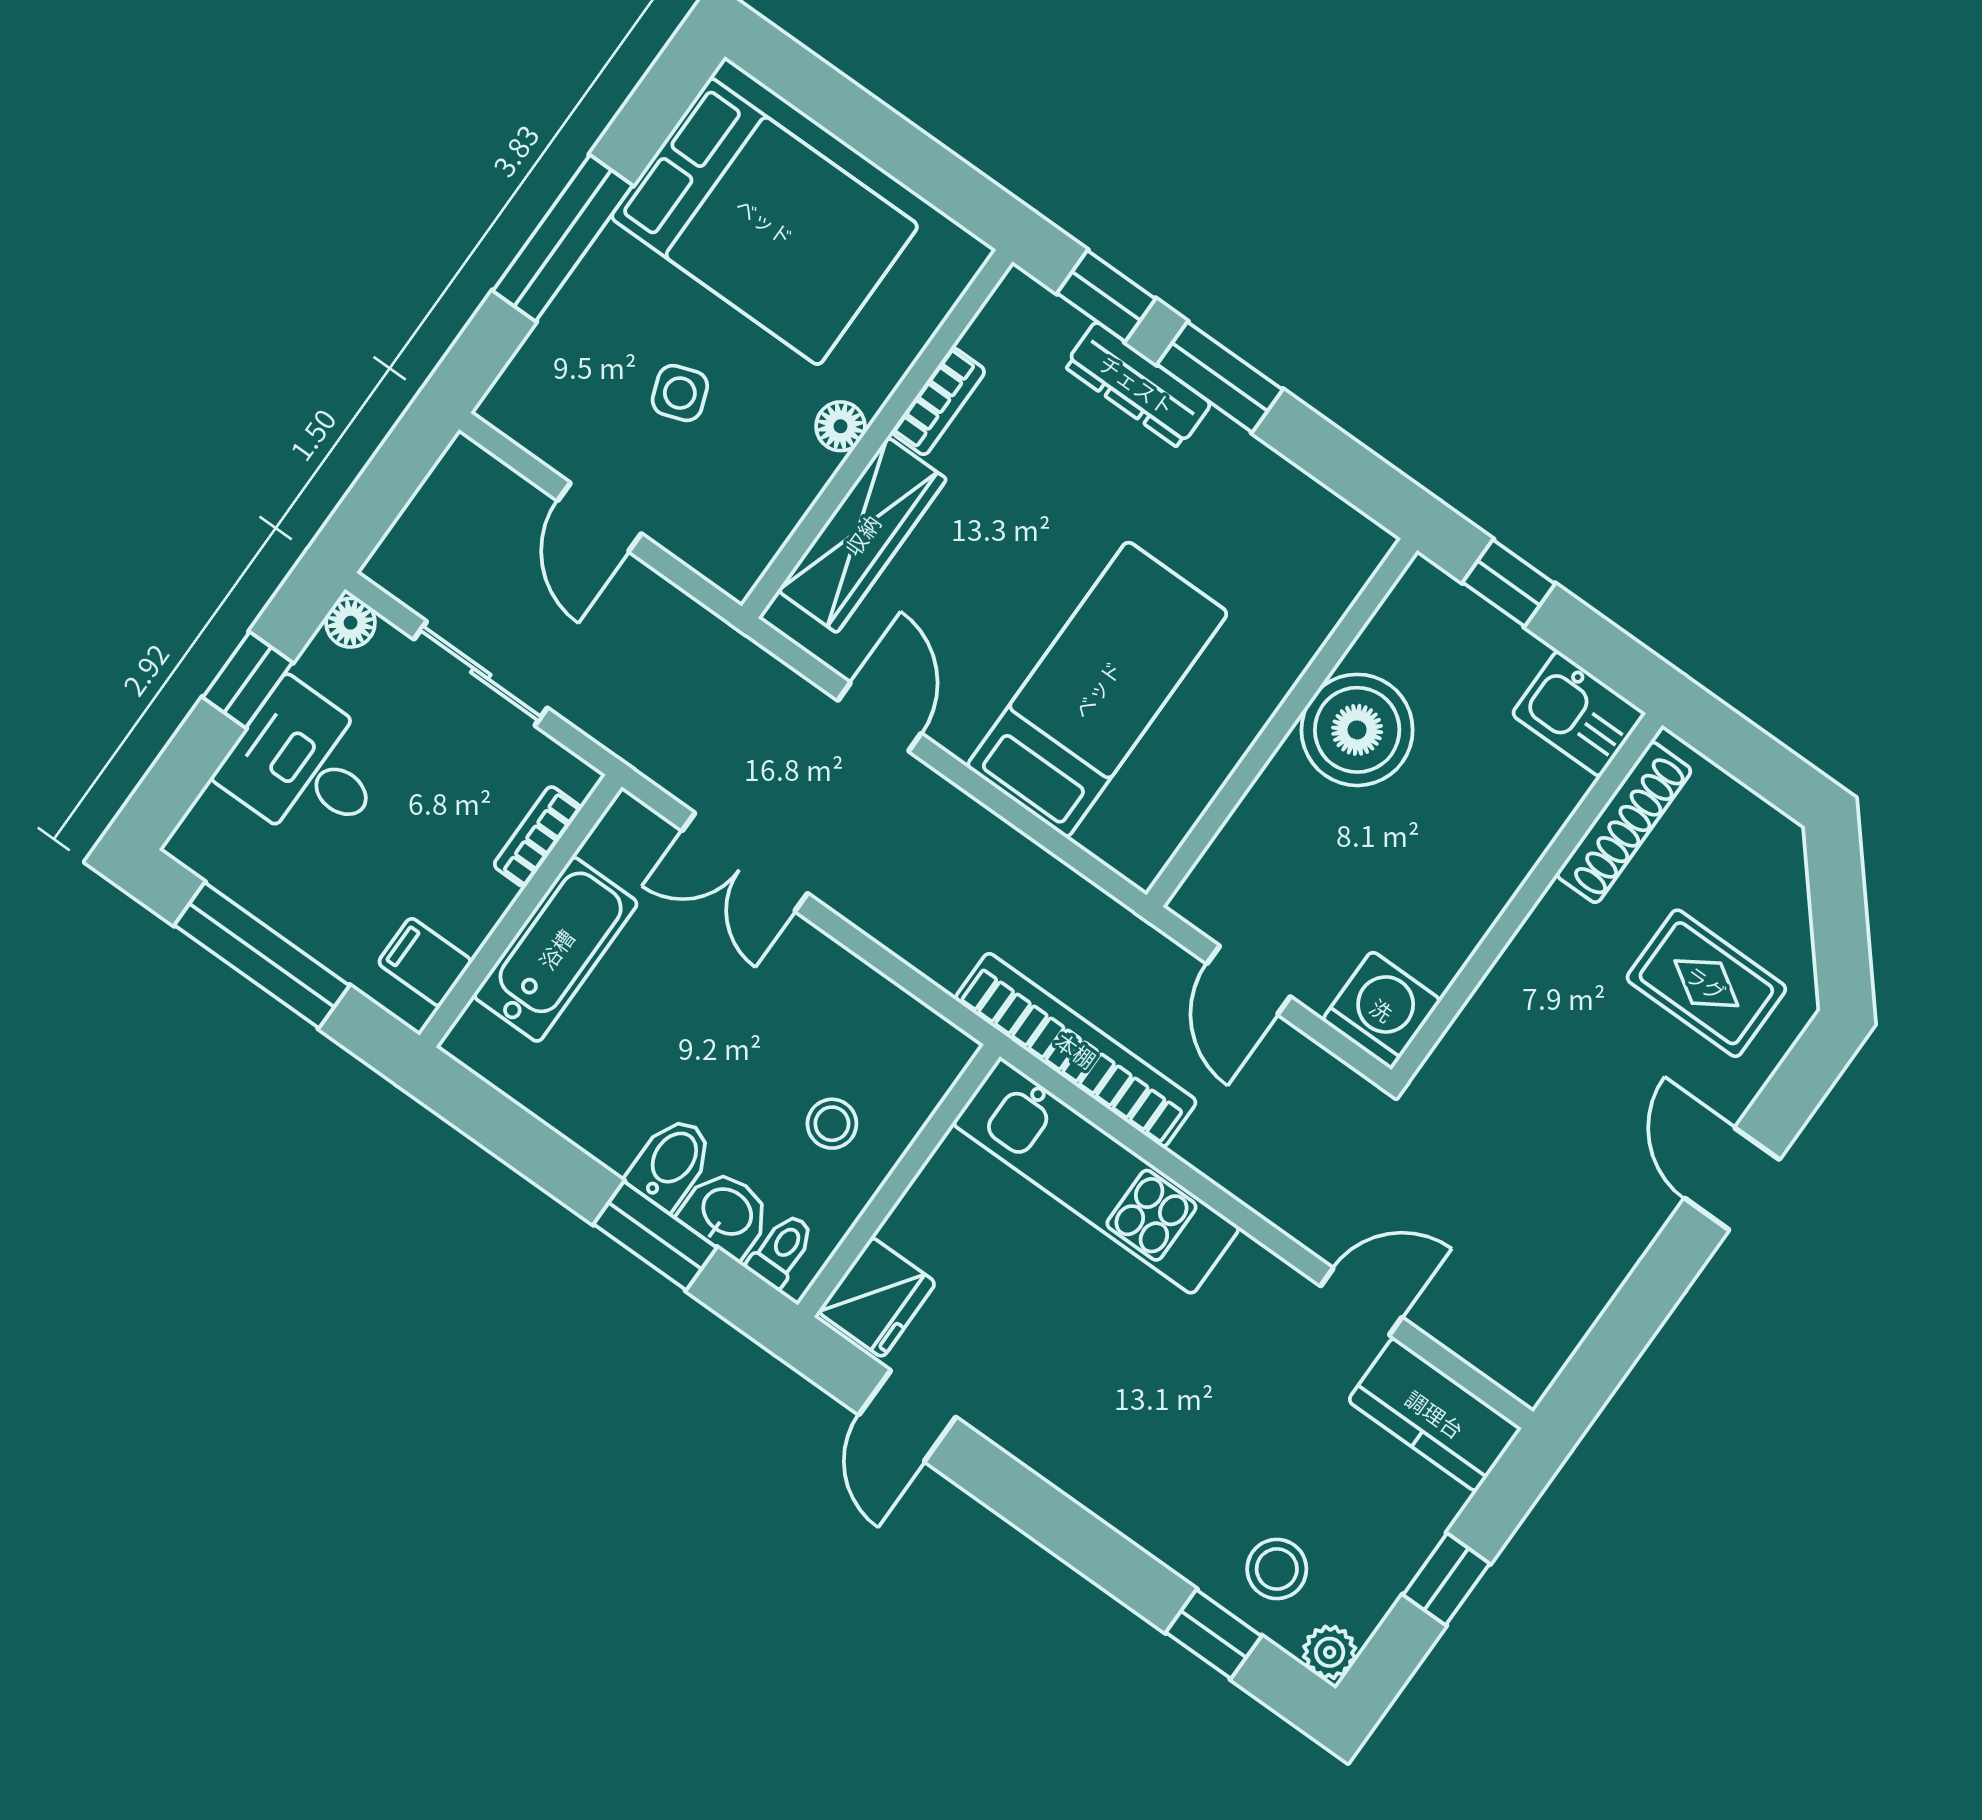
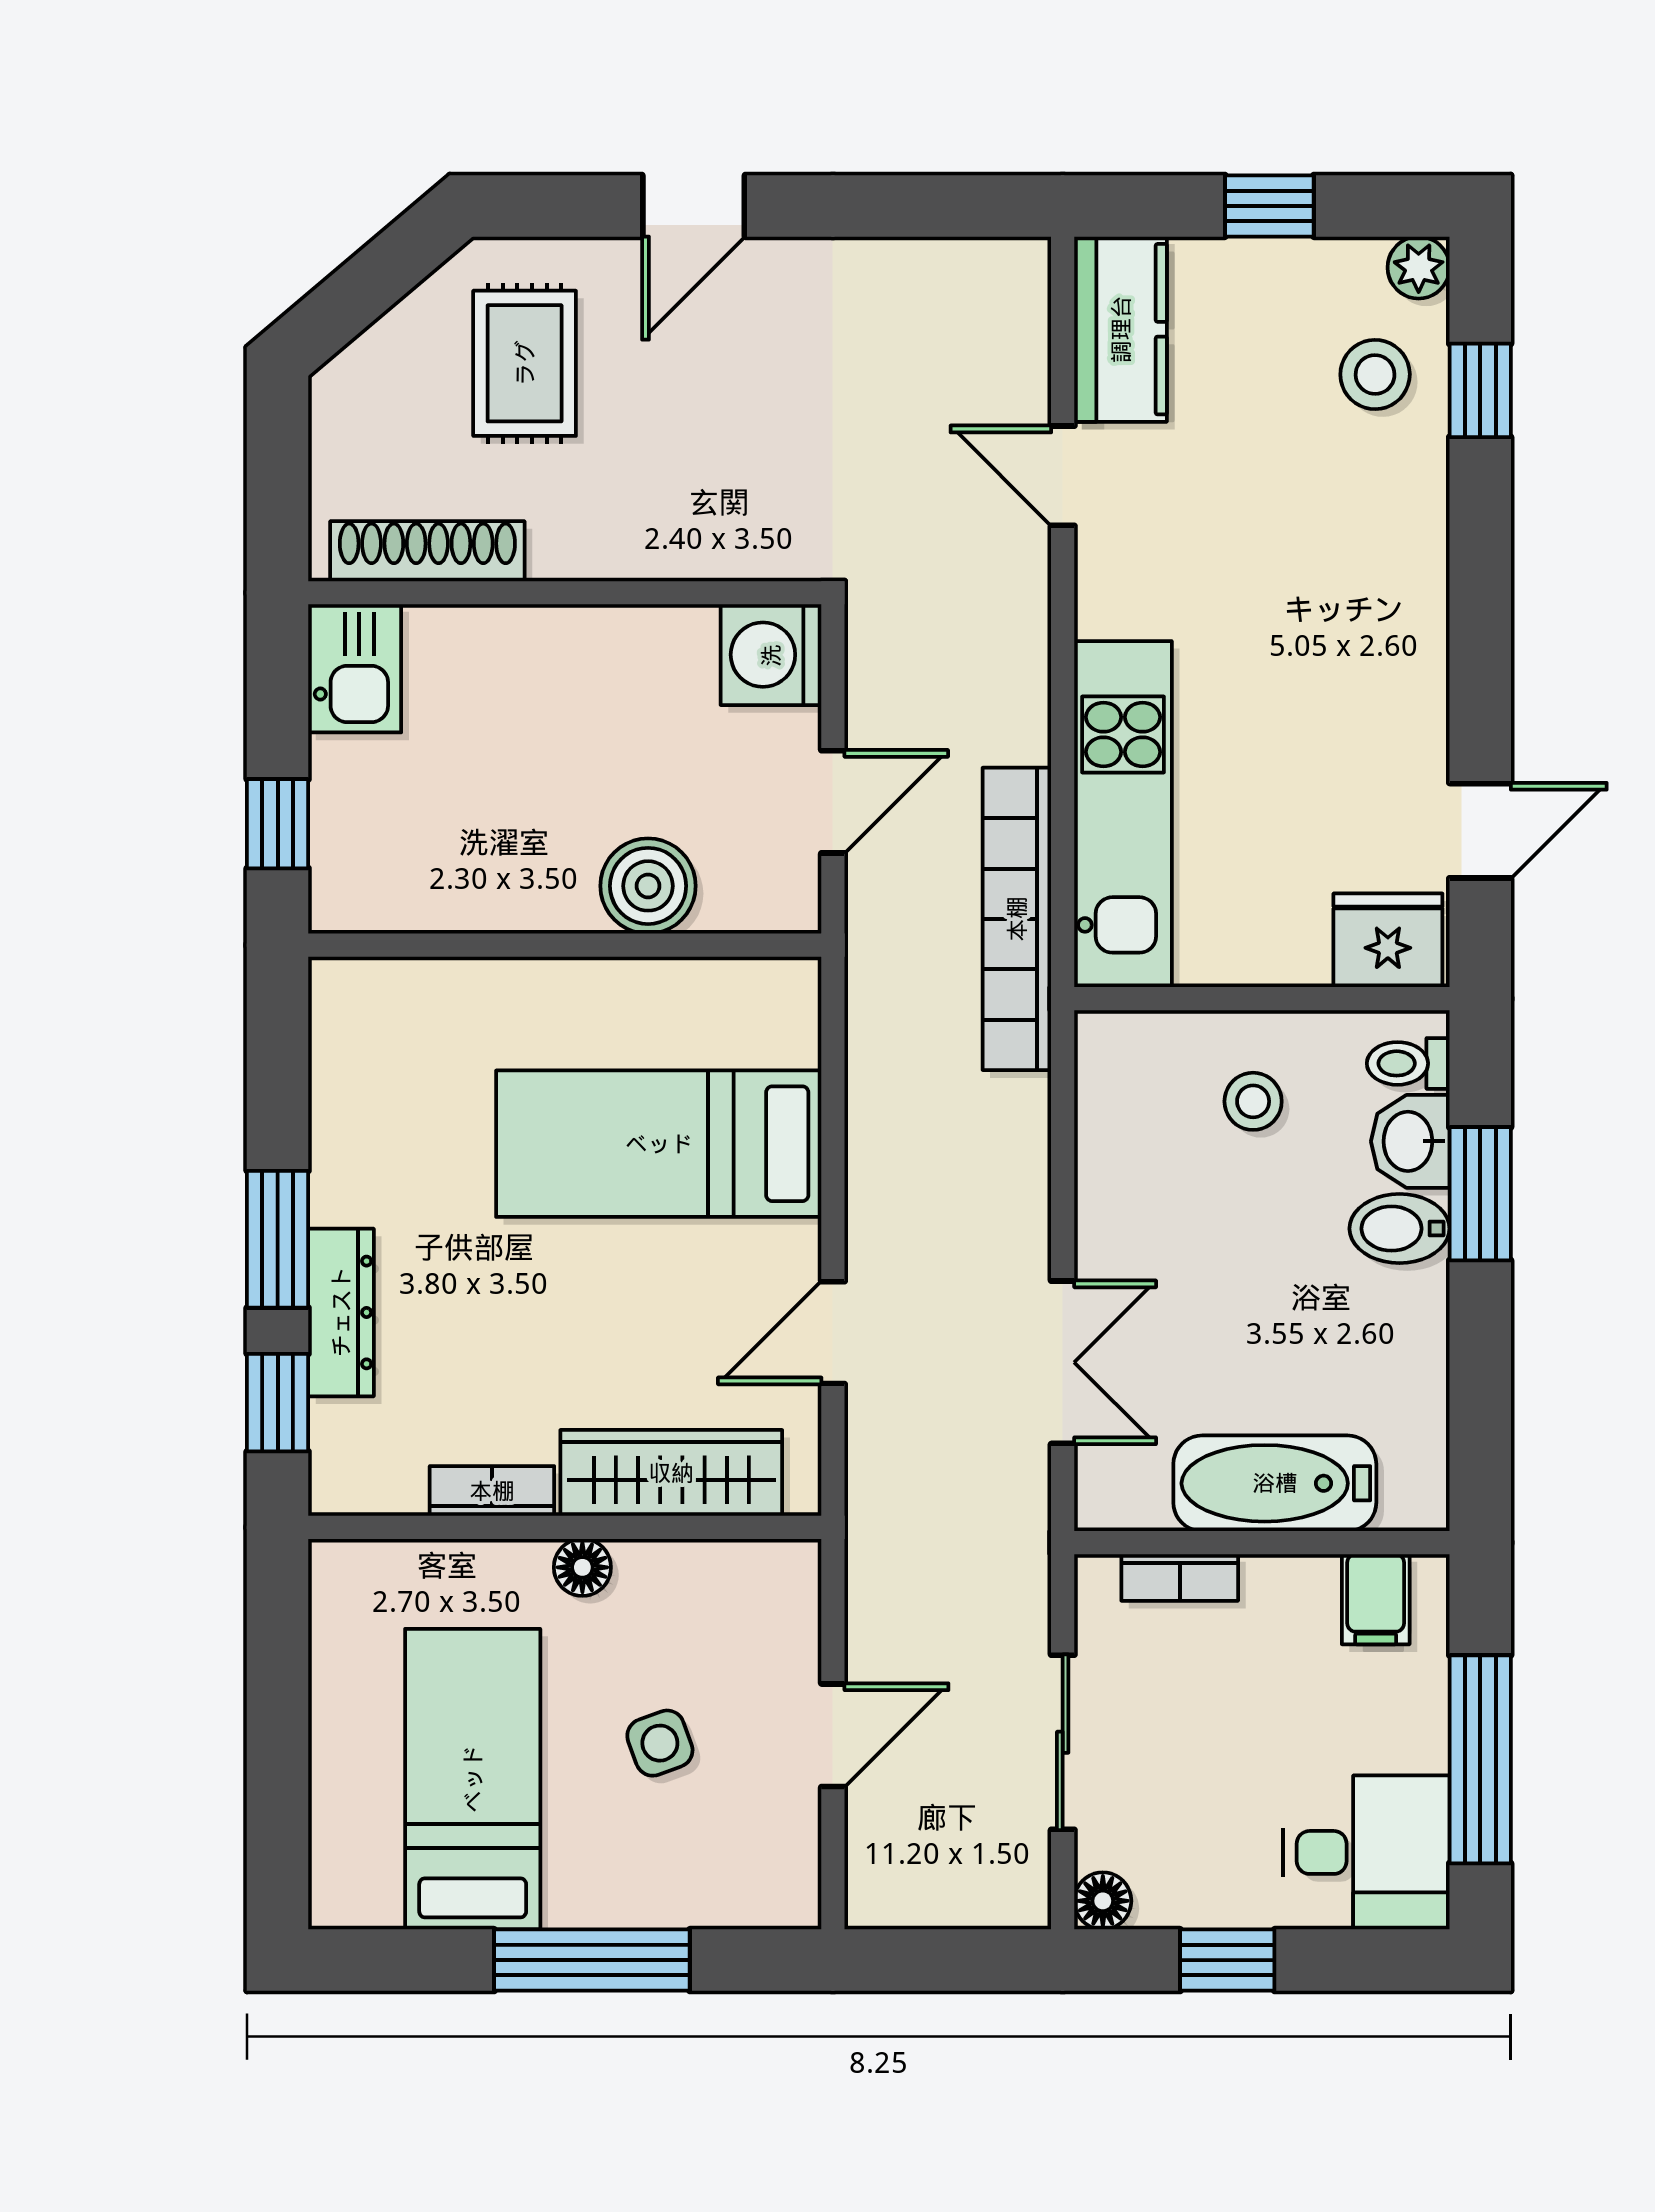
bed: (765, 221) -> (473, 1779), width x0.67
boiler: (1357, 730) -> (648, 886), moved, width x0.73, depth x0.73
desk: (305, 766) -> (1367, 1852), moved, turned -90

